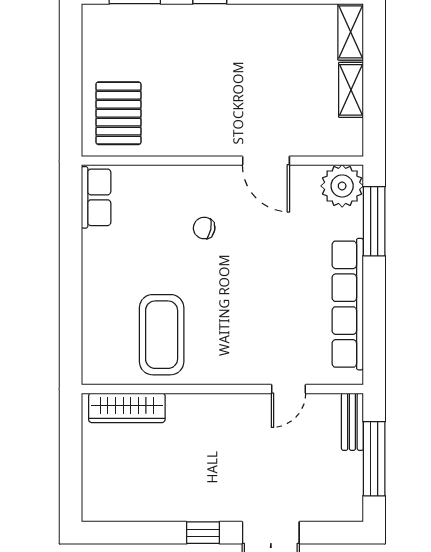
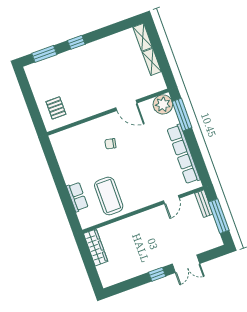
pallet: (118, 113) -> (56, 108), width x0.67, depth x0.71
row of seats: (96, 197) -> (77, 197), moved
wardrobe: (127, 408) -> (96, 247), moved, turned -90

